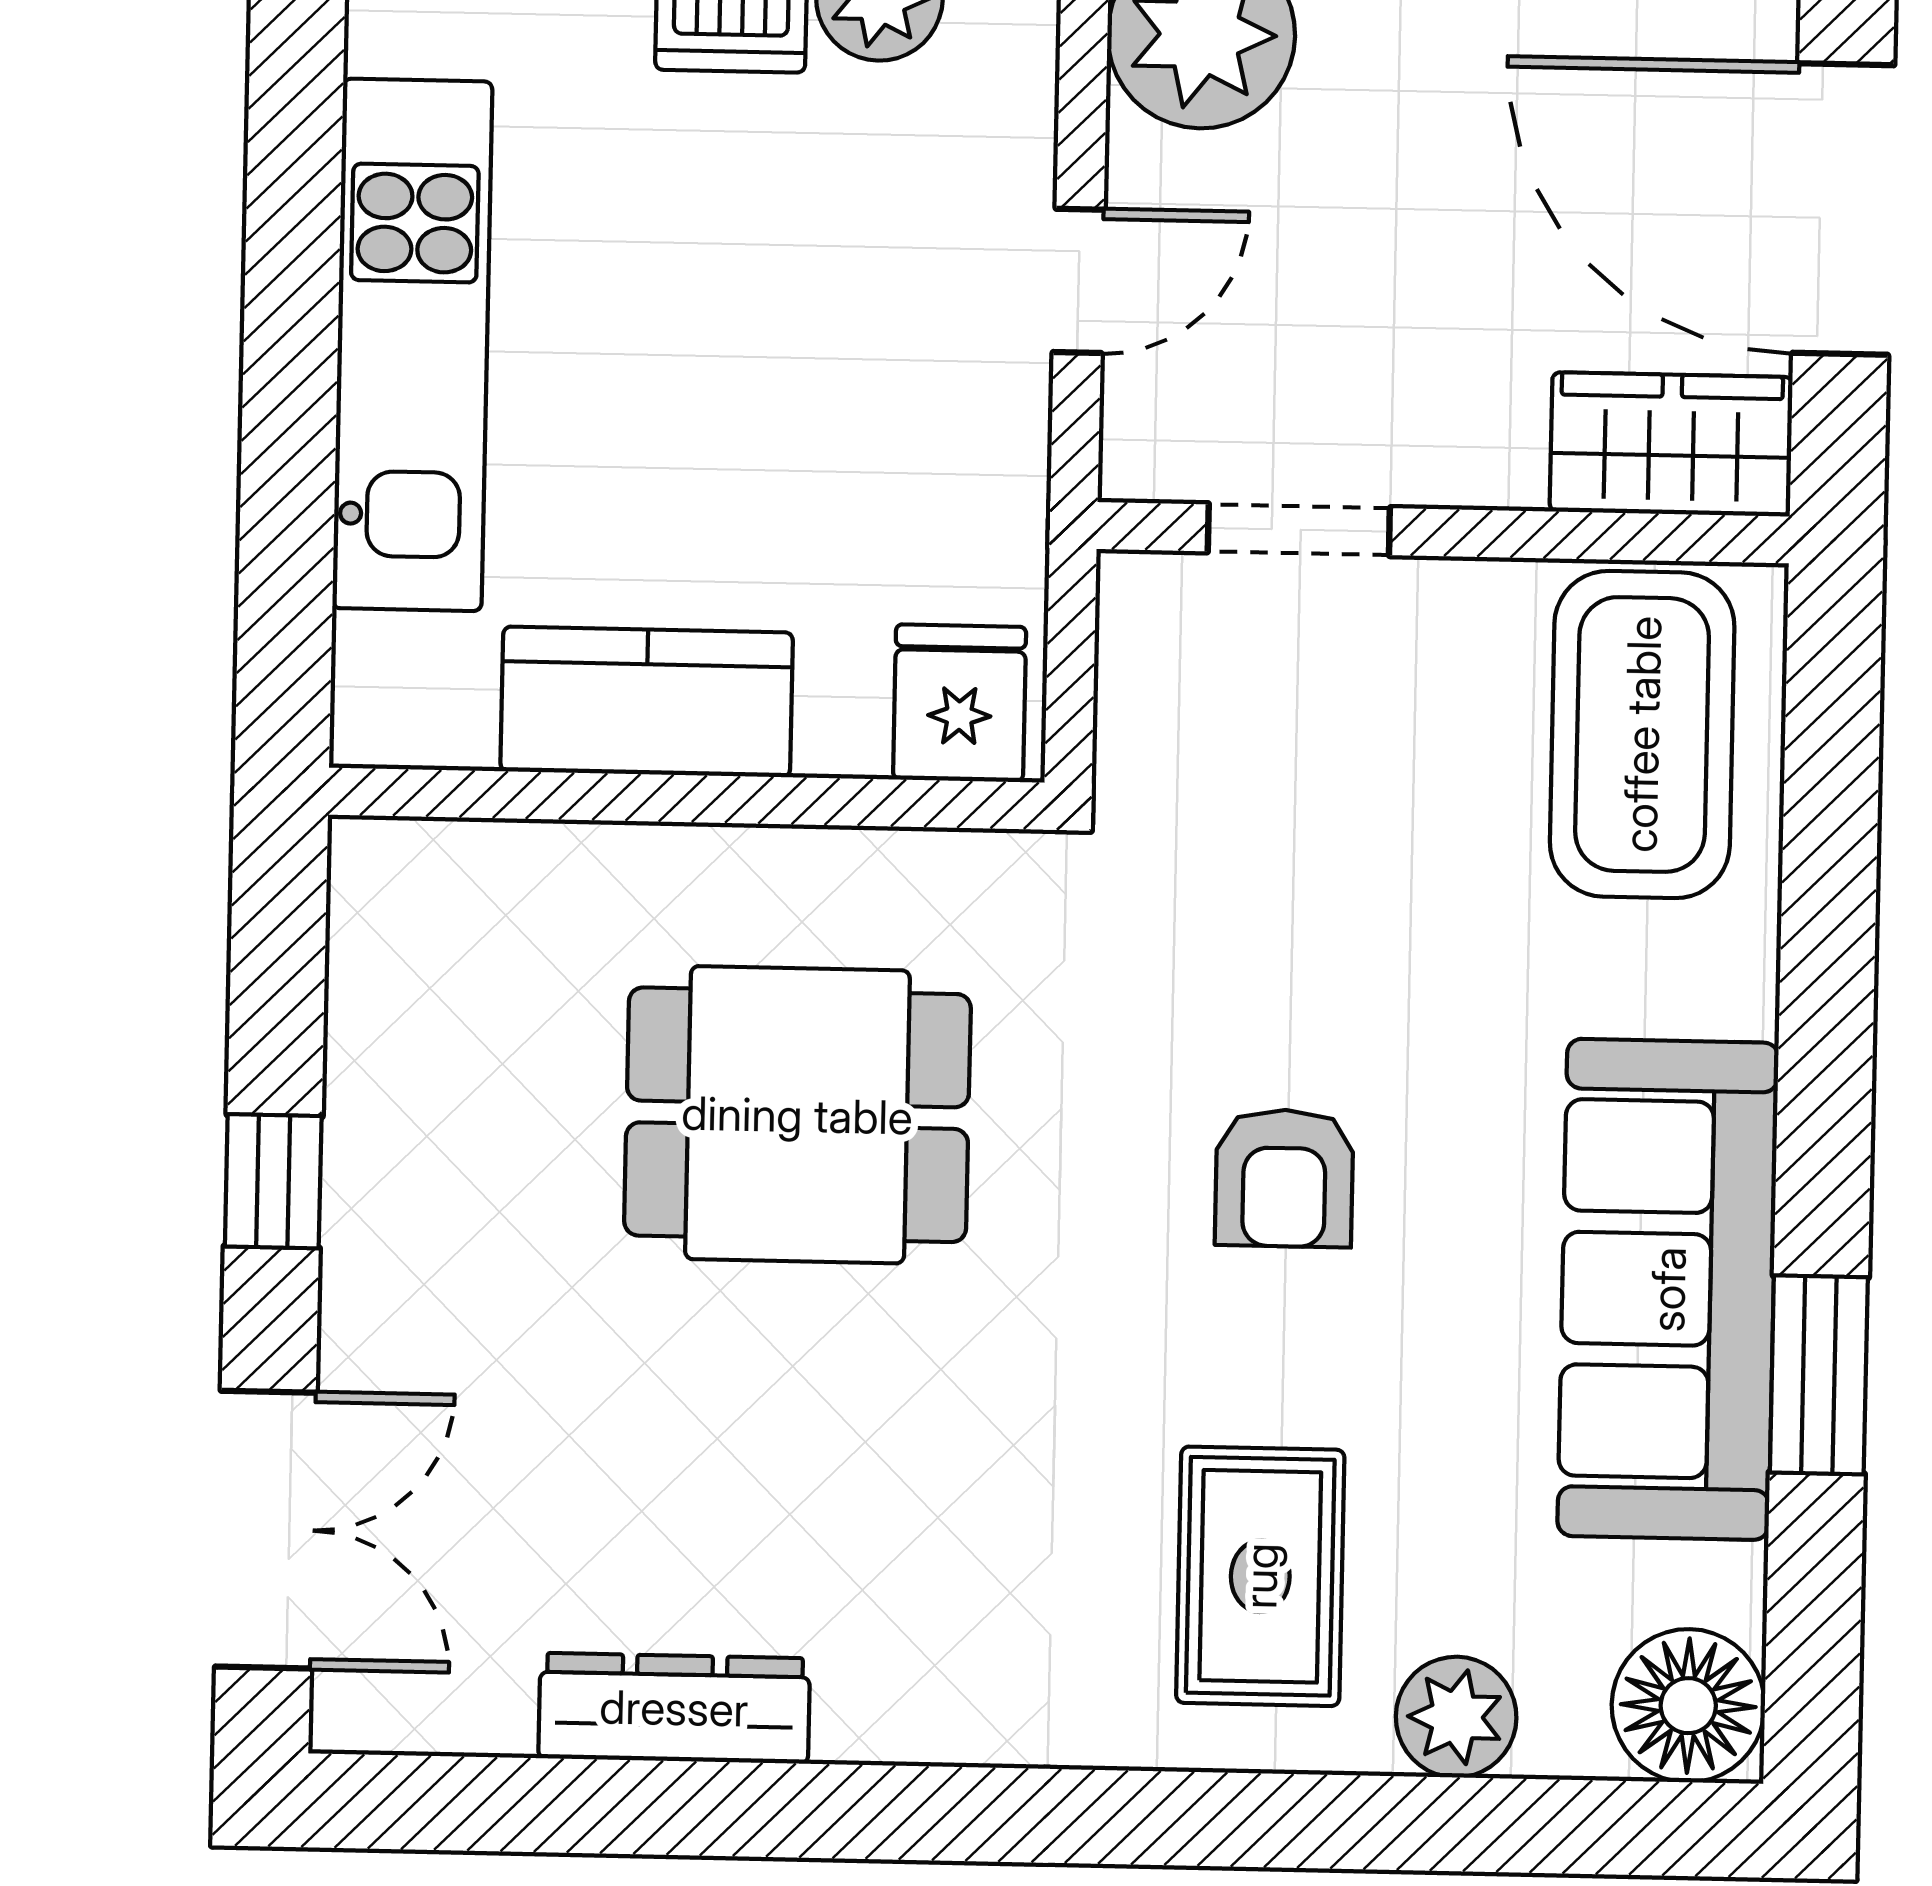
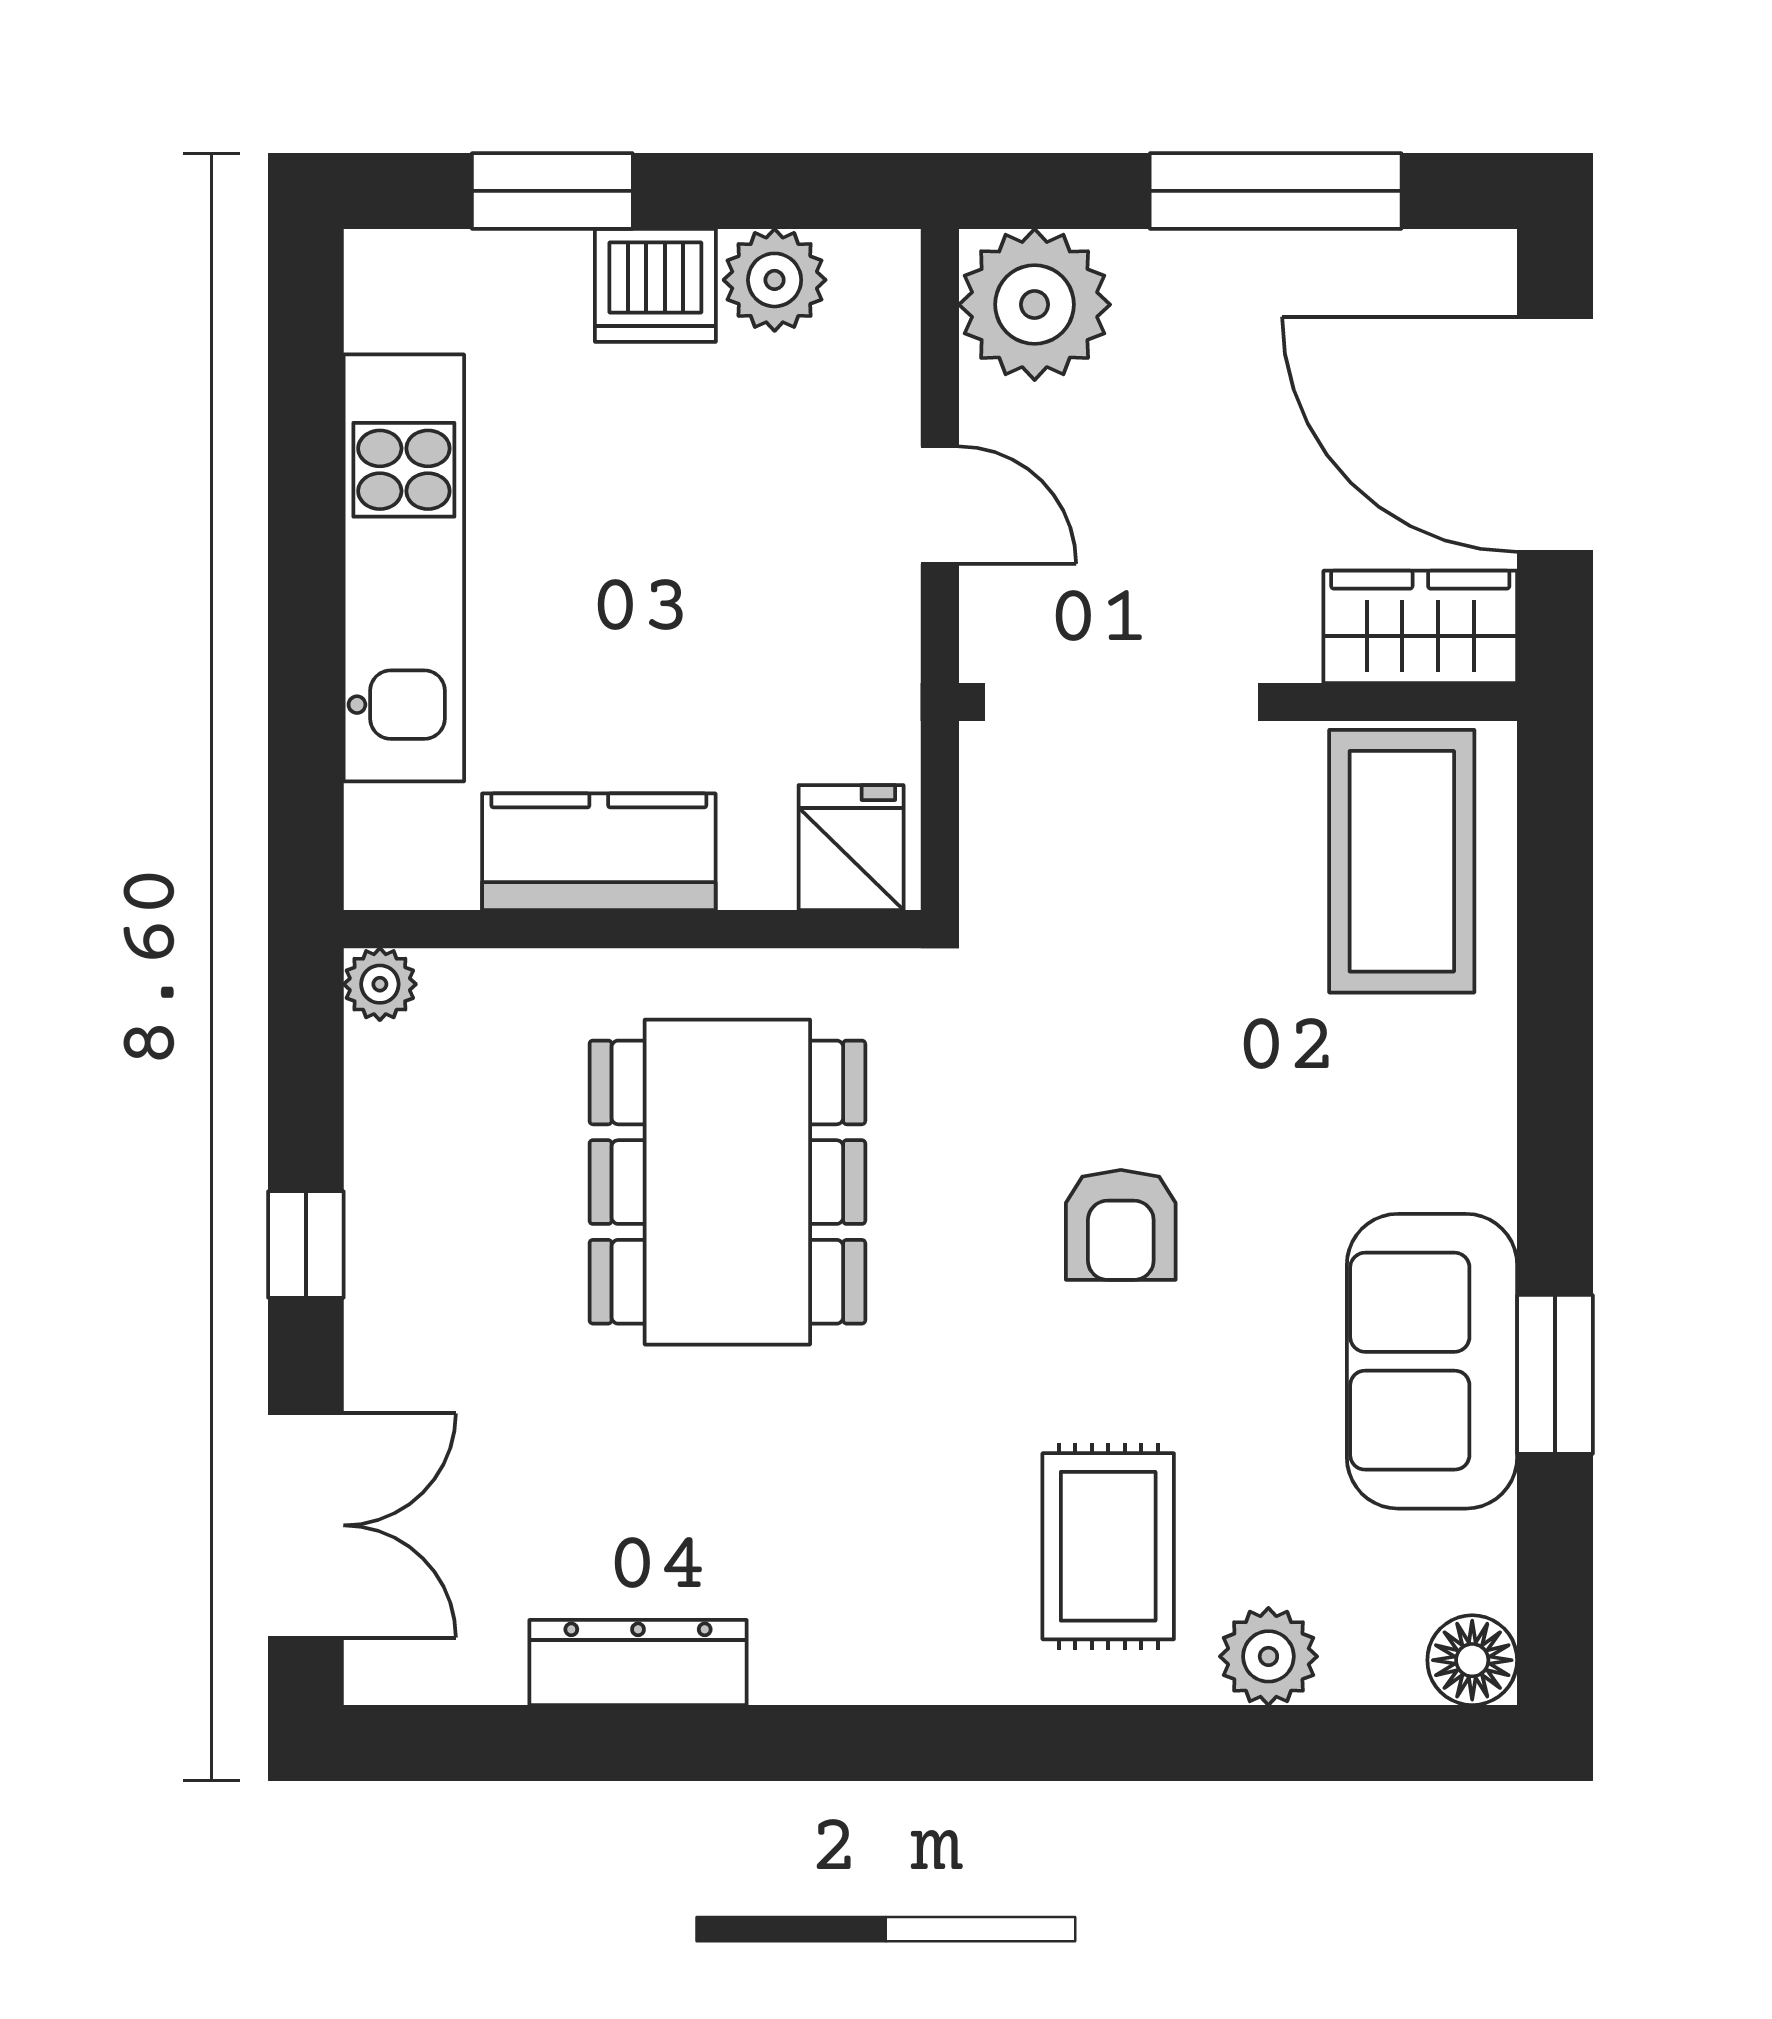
door: (1079, 281) -> (940, 505), hinge flipped
doorway: (1299, 530) -> (1122, 702), width x1.88
plant: (372, 860) -> (380, 984), added
dining table: (797, 1115) -> (727, 1182), width x1.37
sofa: (1668, 1289) -> (1432, 1361), width x0.73
floor lamp: (1688, 1706) -> (1472, 1660), width x0.73, depth x0.73

